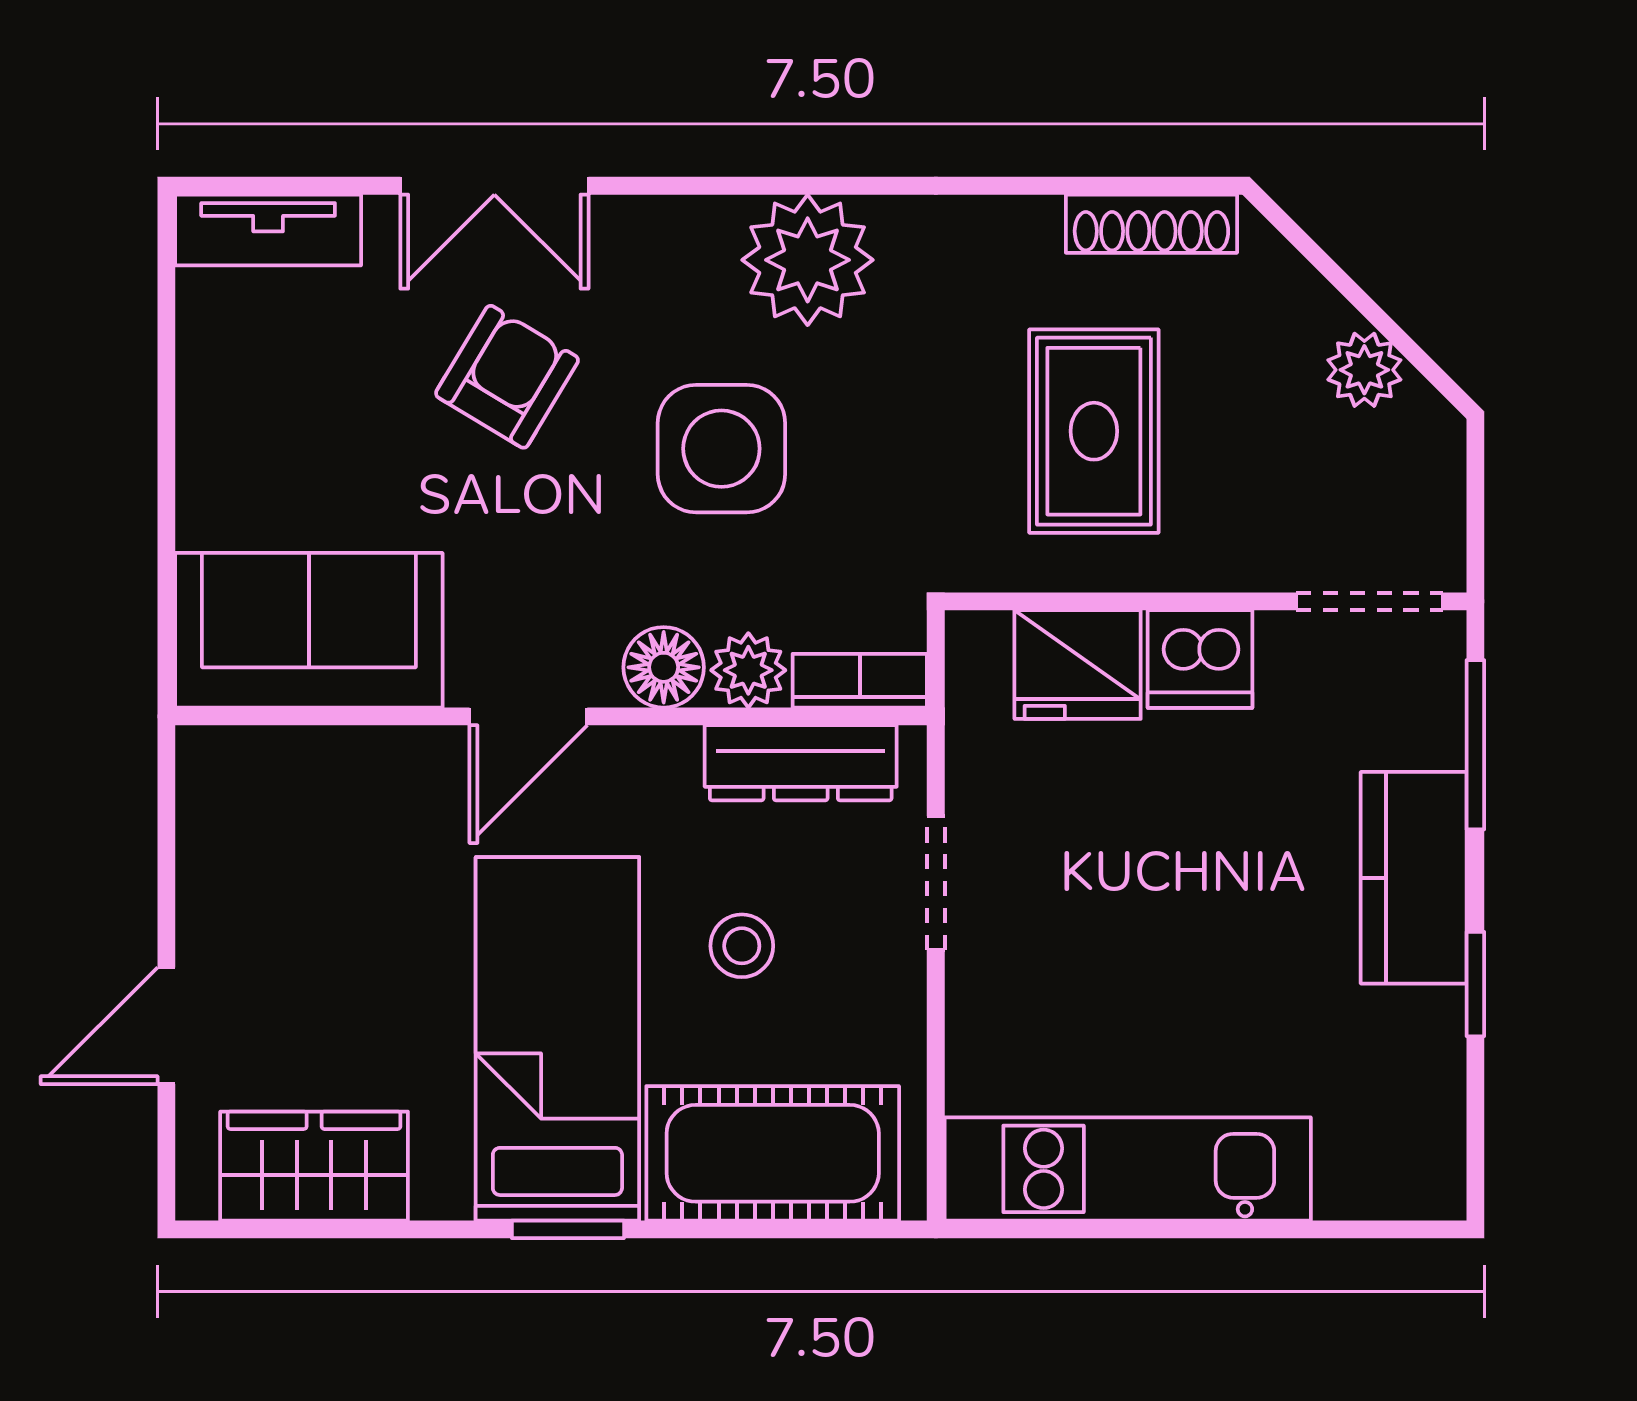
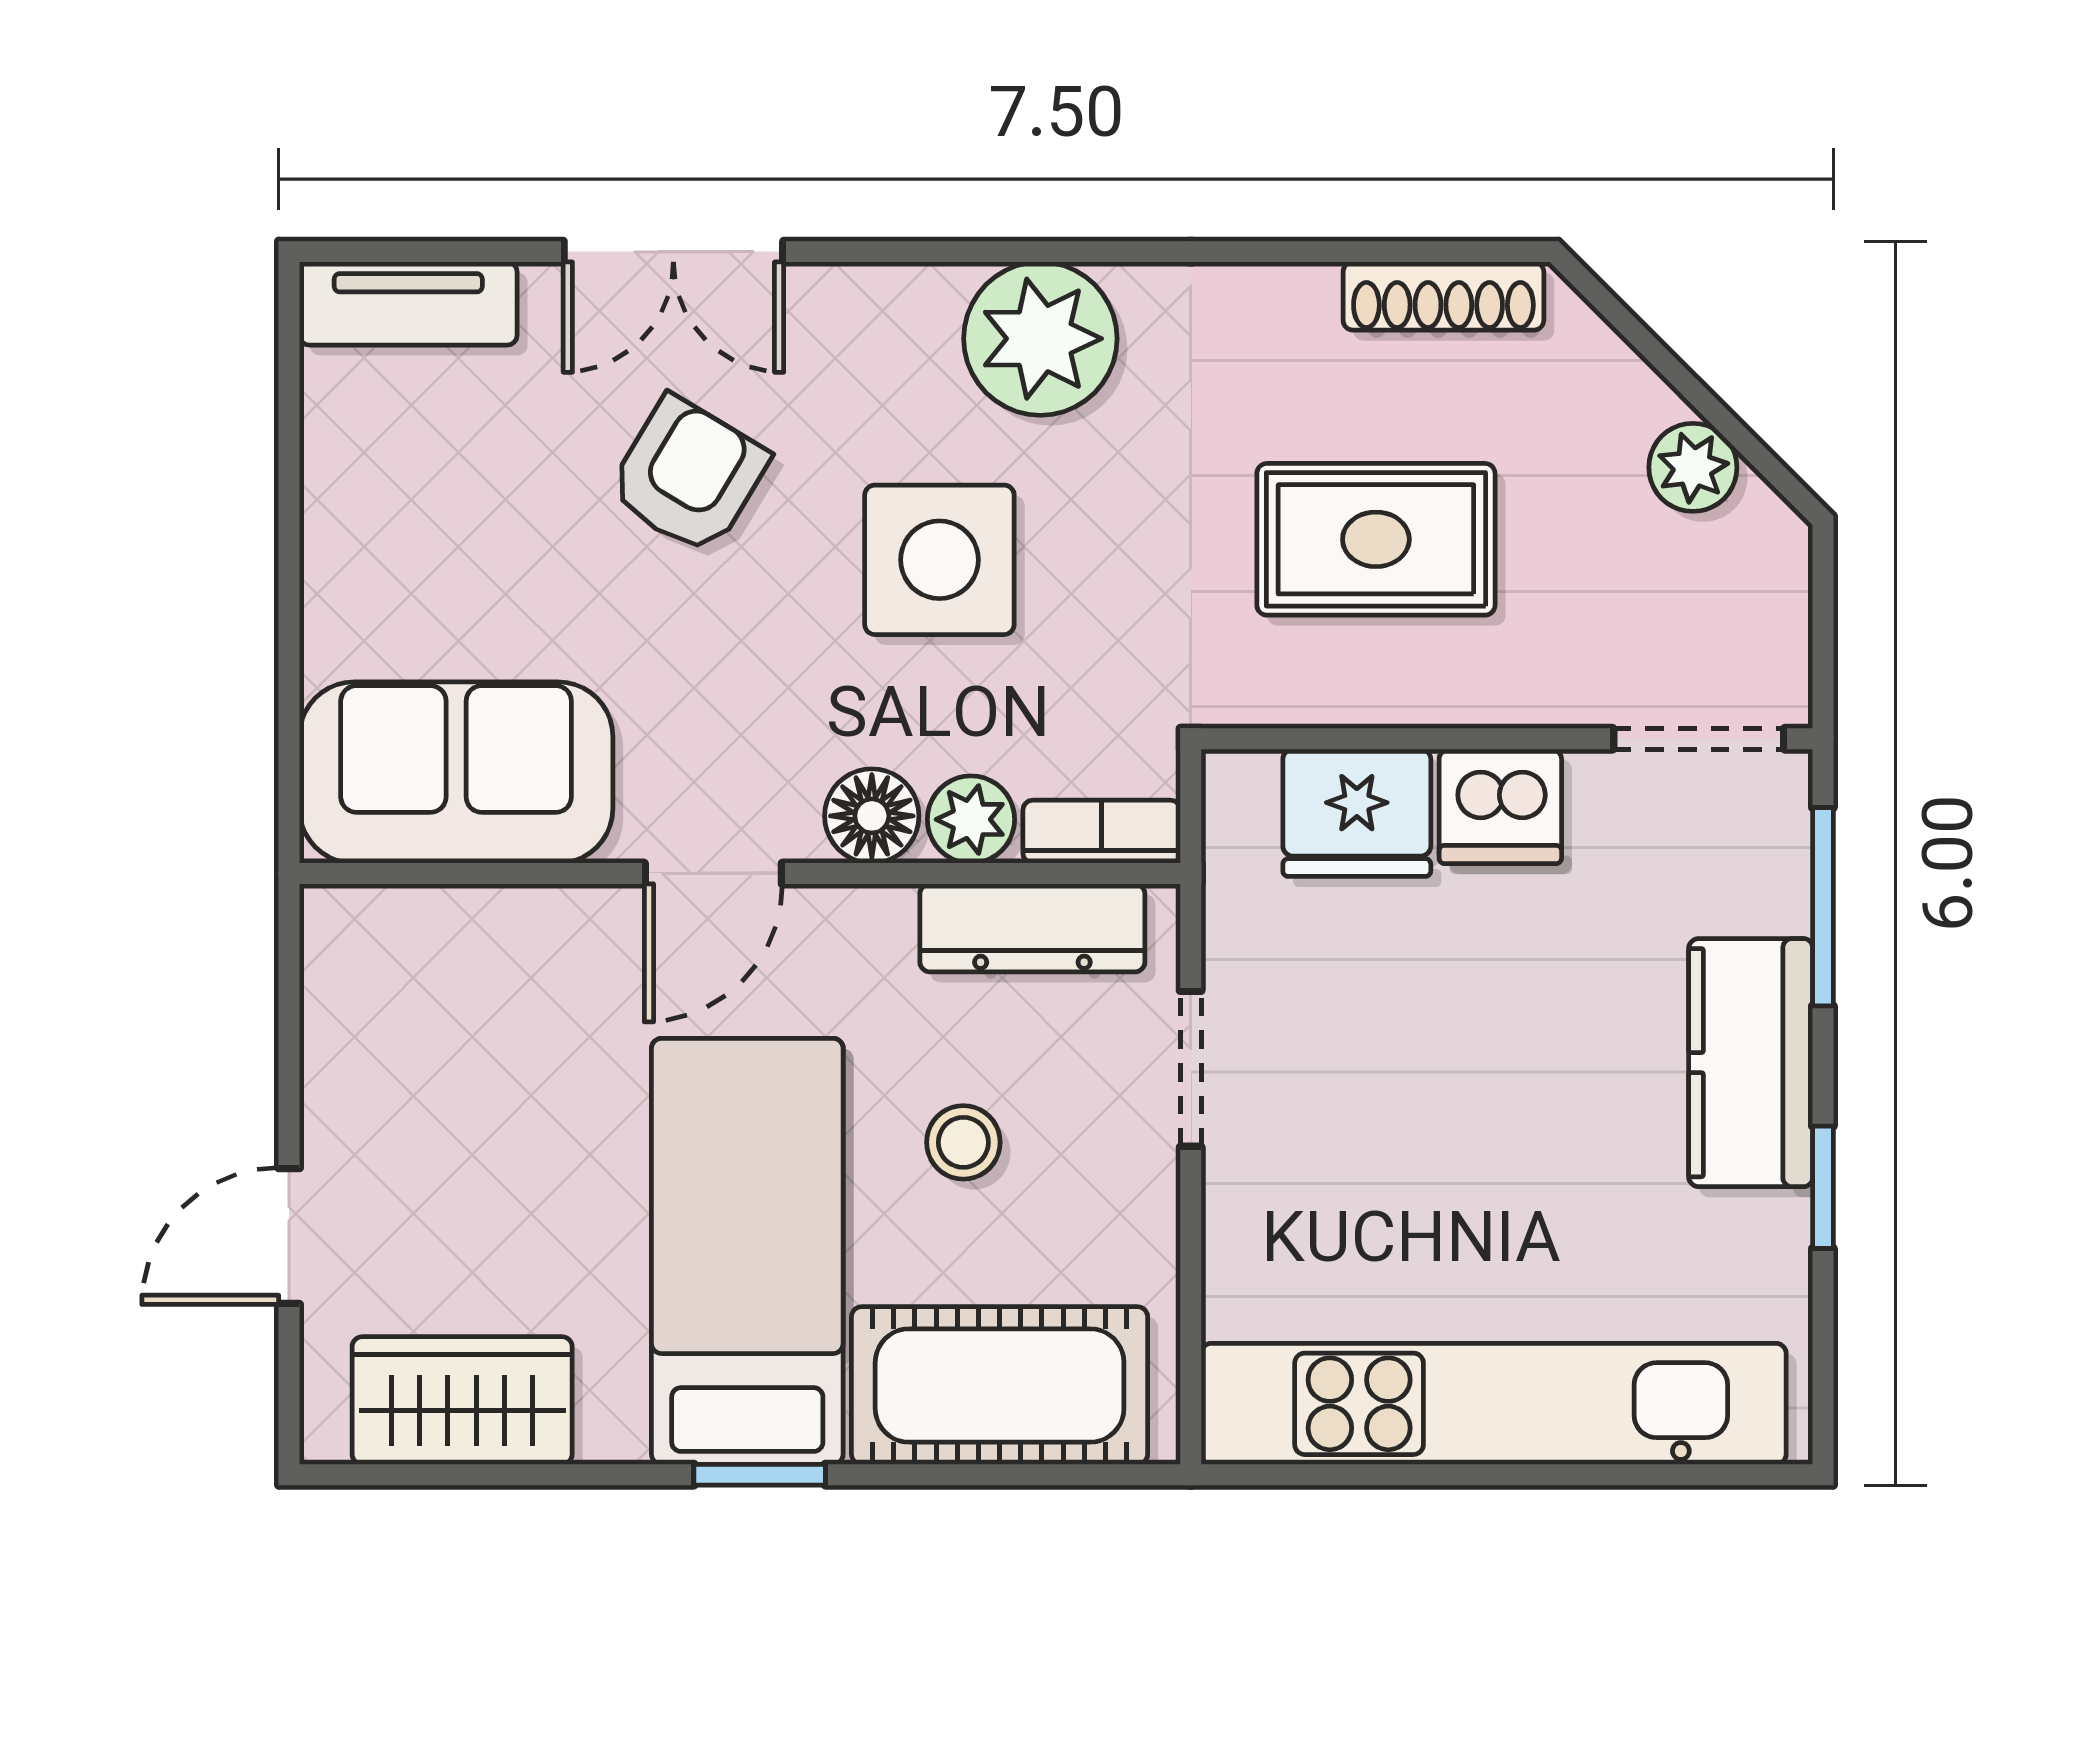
rug: (1094, 431) -> (1376, 539), turned 90
kitchen unit: (1128, 1169) -> (1494, 1404), width x1.36

